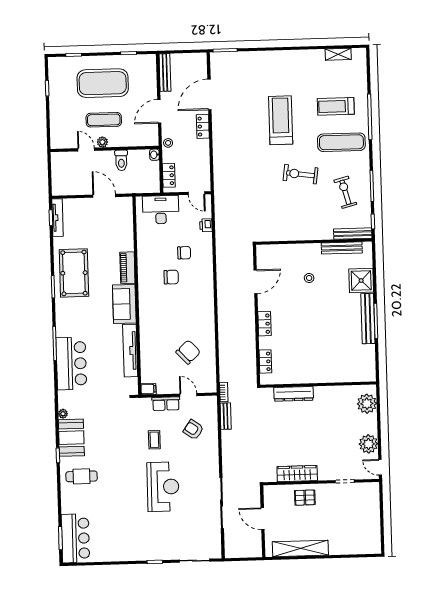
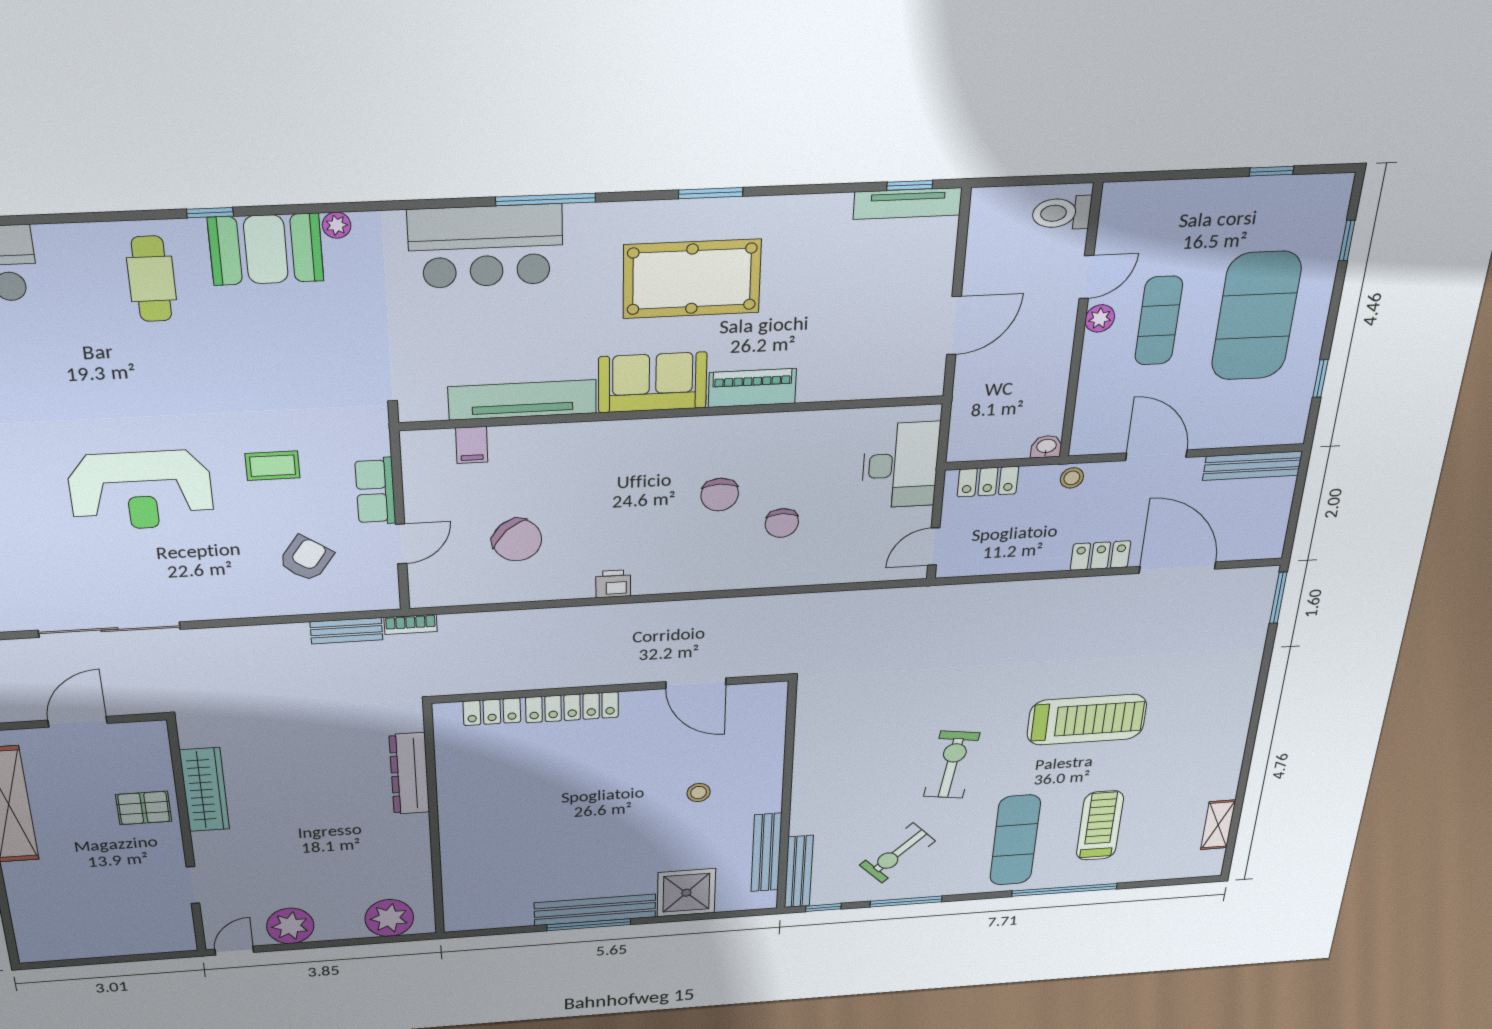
toilet: (121, 160) -> (1062, 213), moved
exercise bike: (345, 192) -> (897, 853), turned 151
printer: (206, 225) -> (613, 584), moved
pool table: (74, 273) -> (692, 279), moved
locker: (264, 324) -> (572, 707), width x1.53
filing cabinet: (148, 389) -> (472, 445), moved
pallet: (305, 498) -> (144, 808), turned 90

